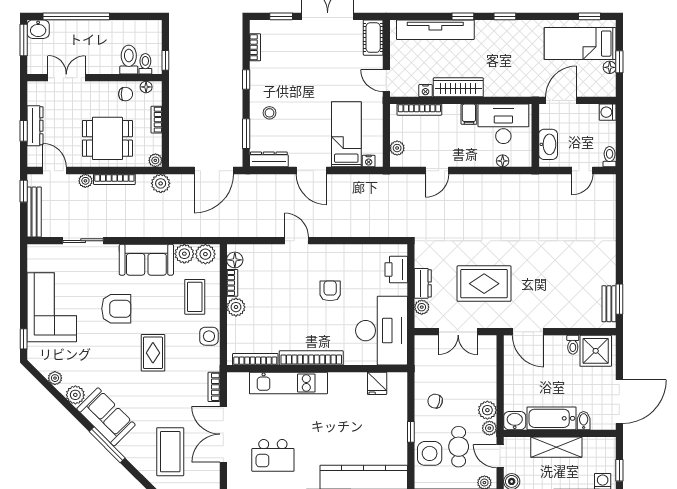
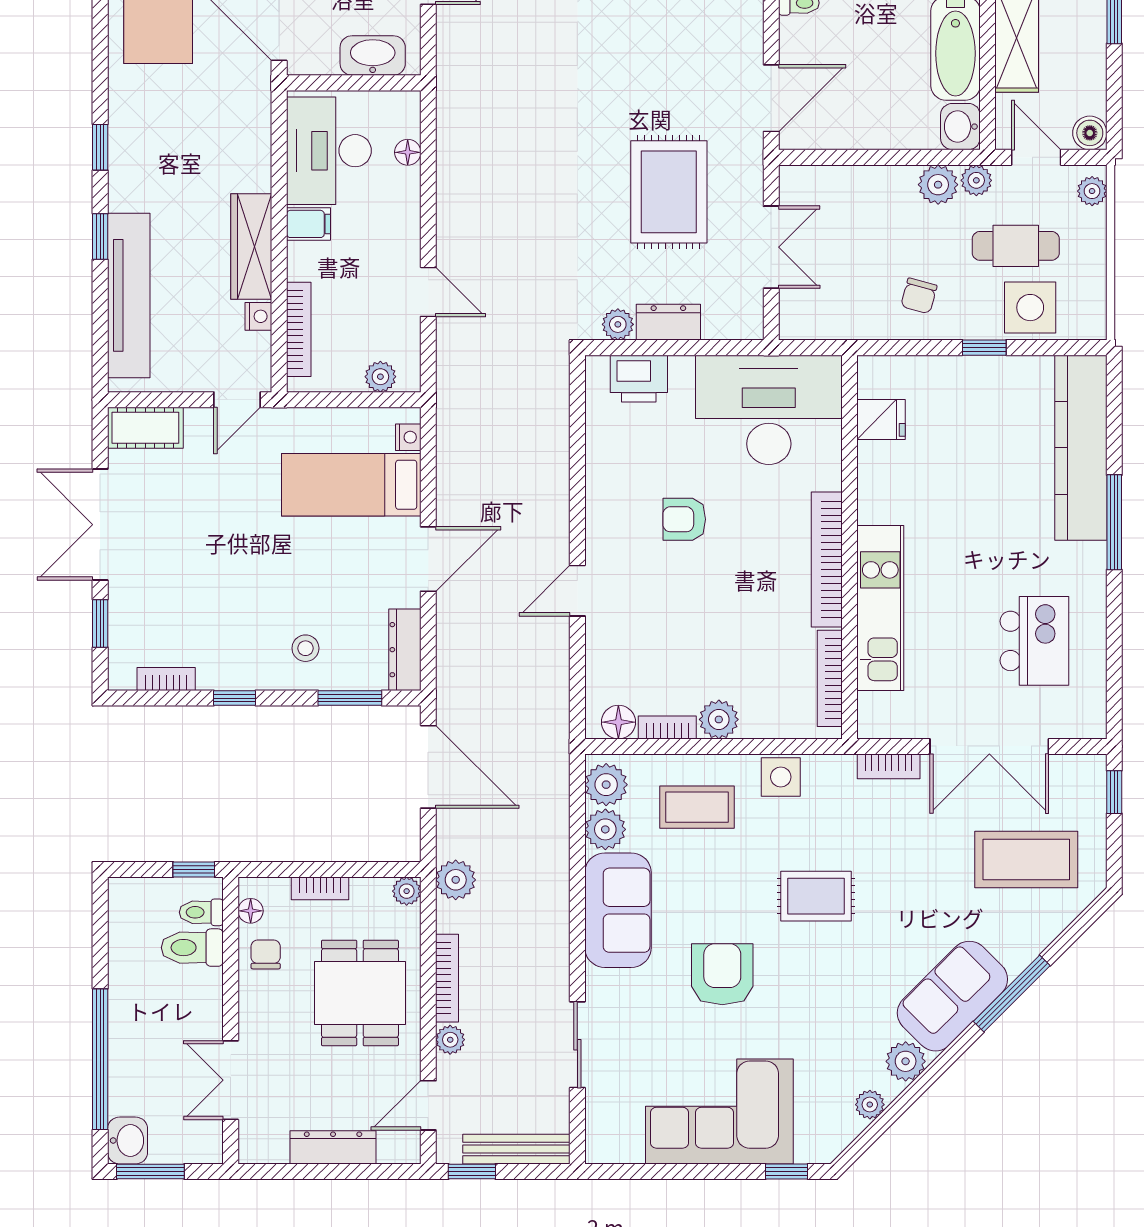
window: (24, 131) -> (344, 1171), removed
plant: (422, 307) -> (618, 324), moved
door: (500, 456) -> (1036, 157), swing flipped

